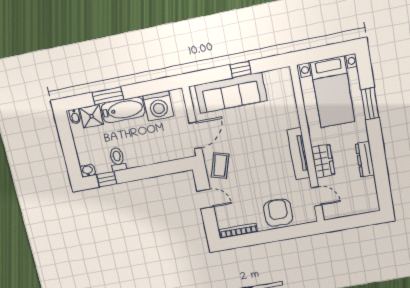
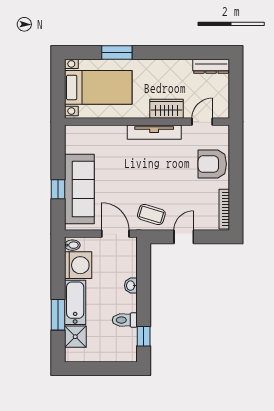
window: (241, 69) -> (58, 189), moved
bidet: (75, 117) -> (72, 245), moved
dresser: (365, 159) -> (211, 66), moved
washbasin: (88, 171) -> (131, 286), moved

